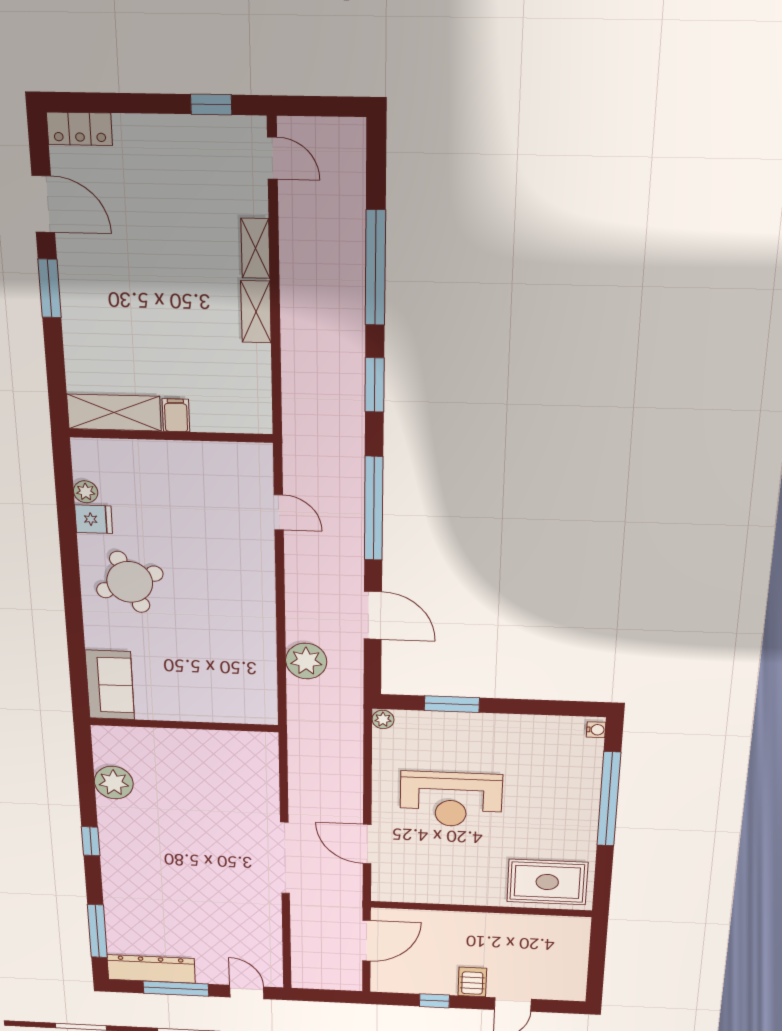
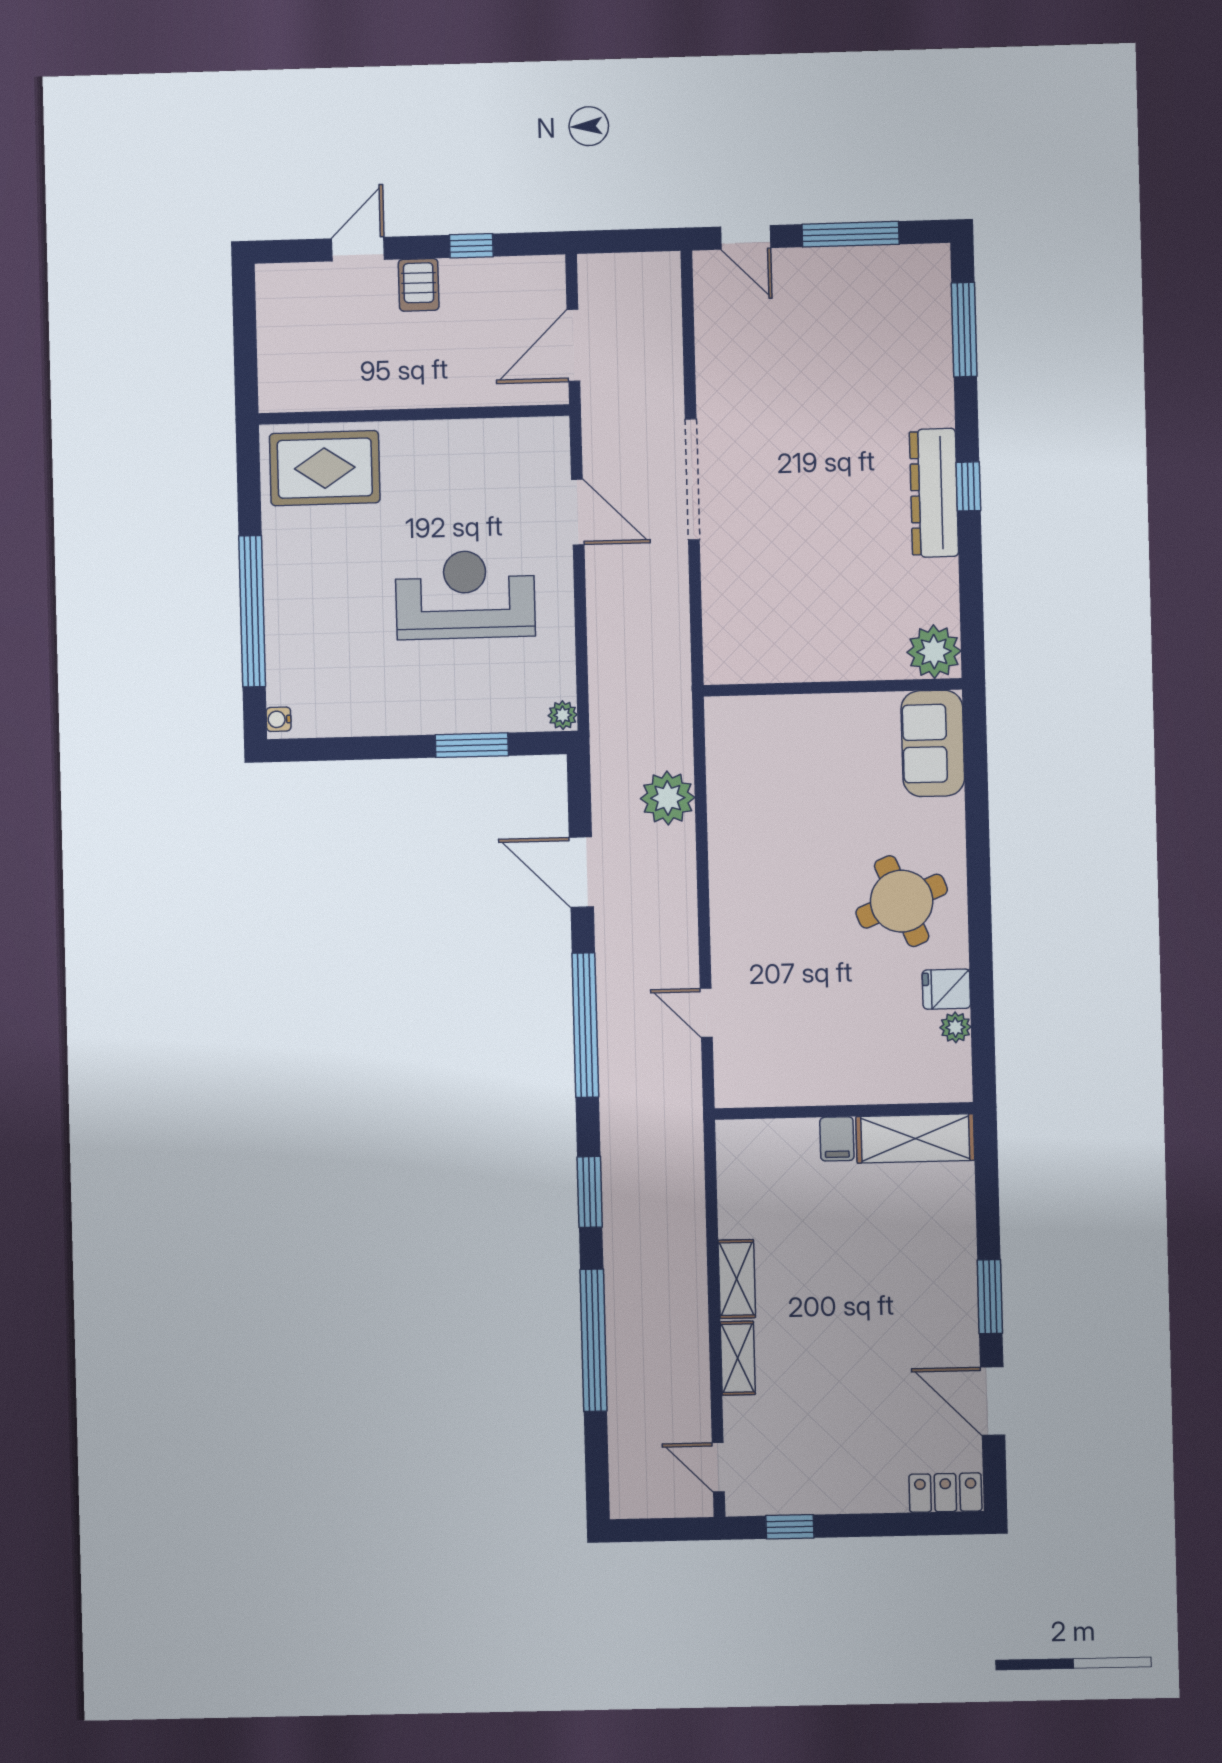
plant: (114, 783) -> (934, 652), moved
dresser: (151, 969) -> (934, 493), moved, turned 90

